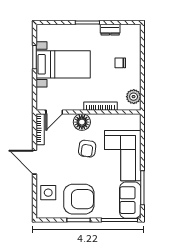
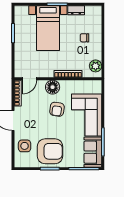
bed with nightstands: (63, 64) -> (48, 28), moved, turned 90

